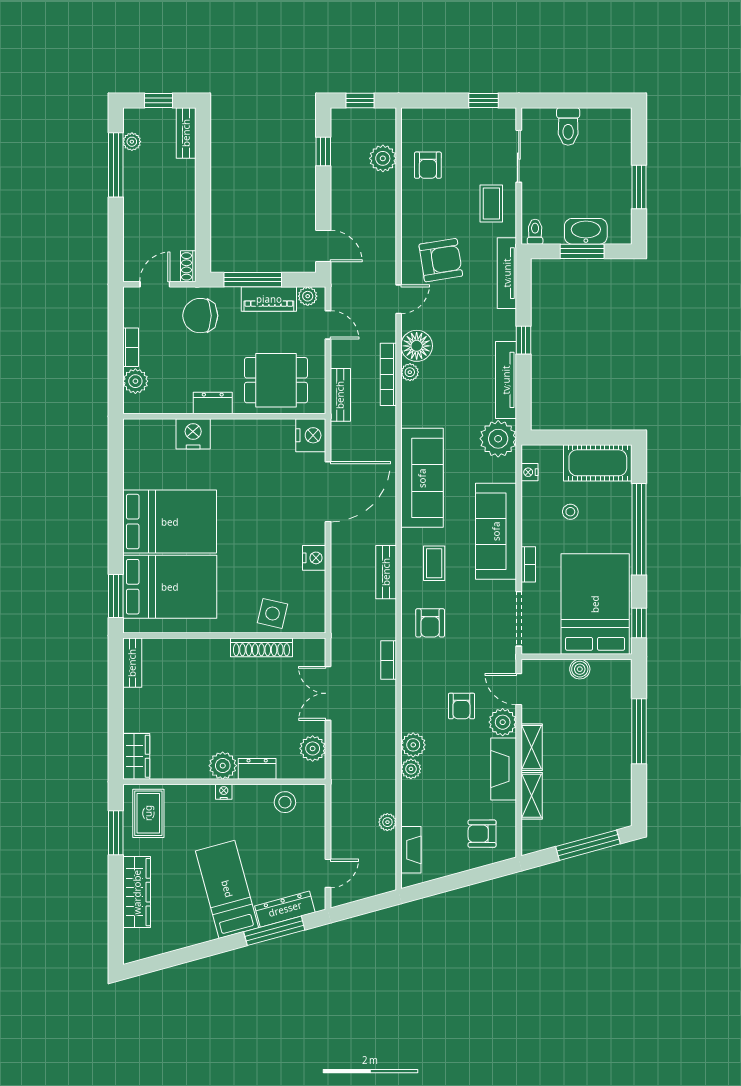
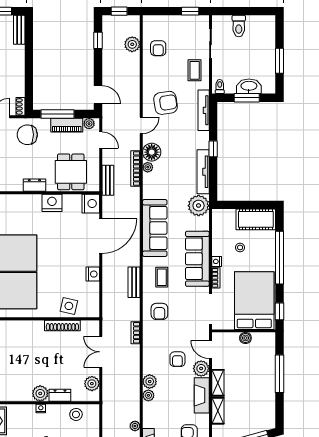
dining table: (276, 380) -> (71, 172), turned 90
nightstand: (193, 434) -> (52, 203), moved
nightstand: (529, 472) -> (217, 261), moved

